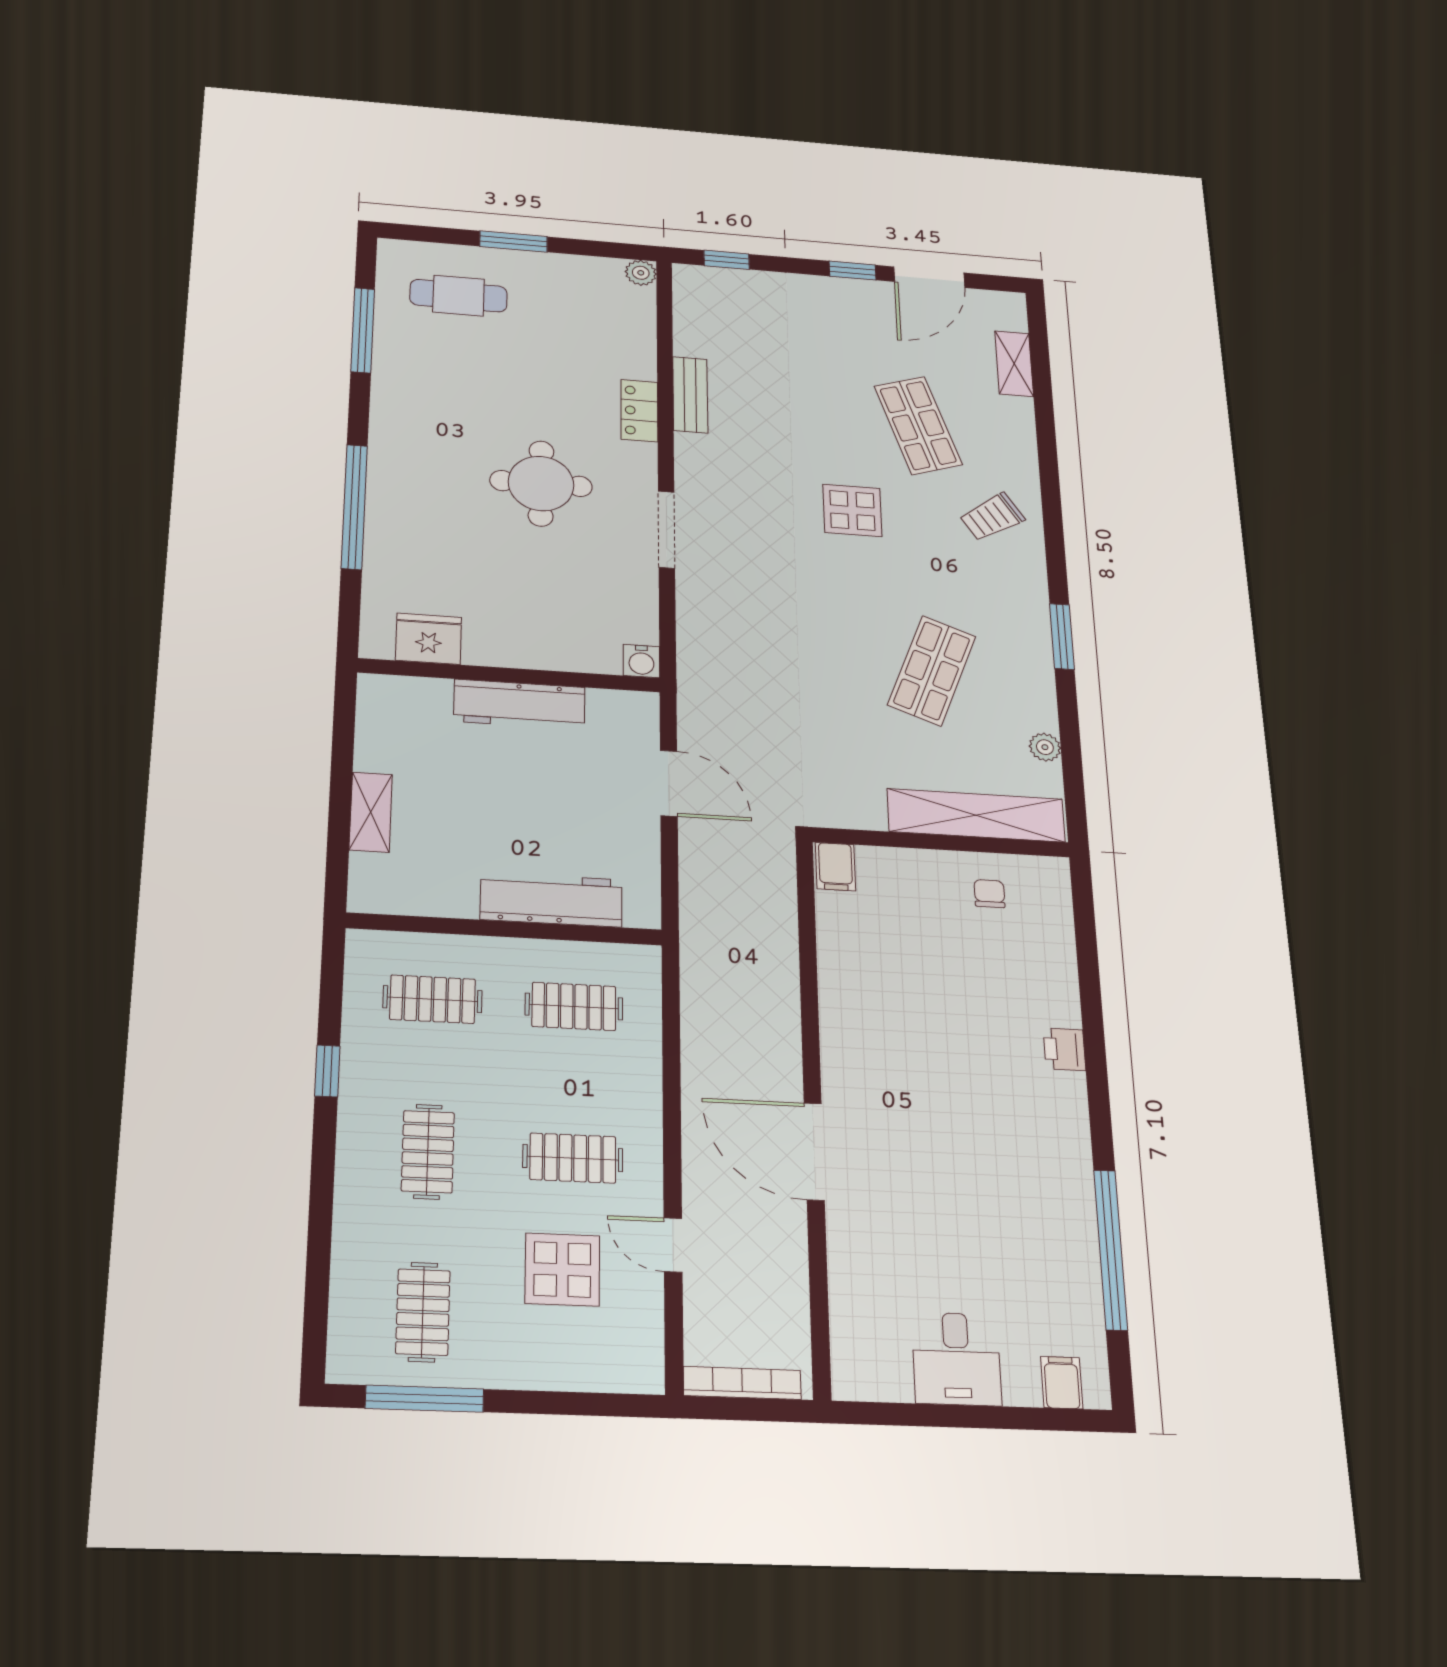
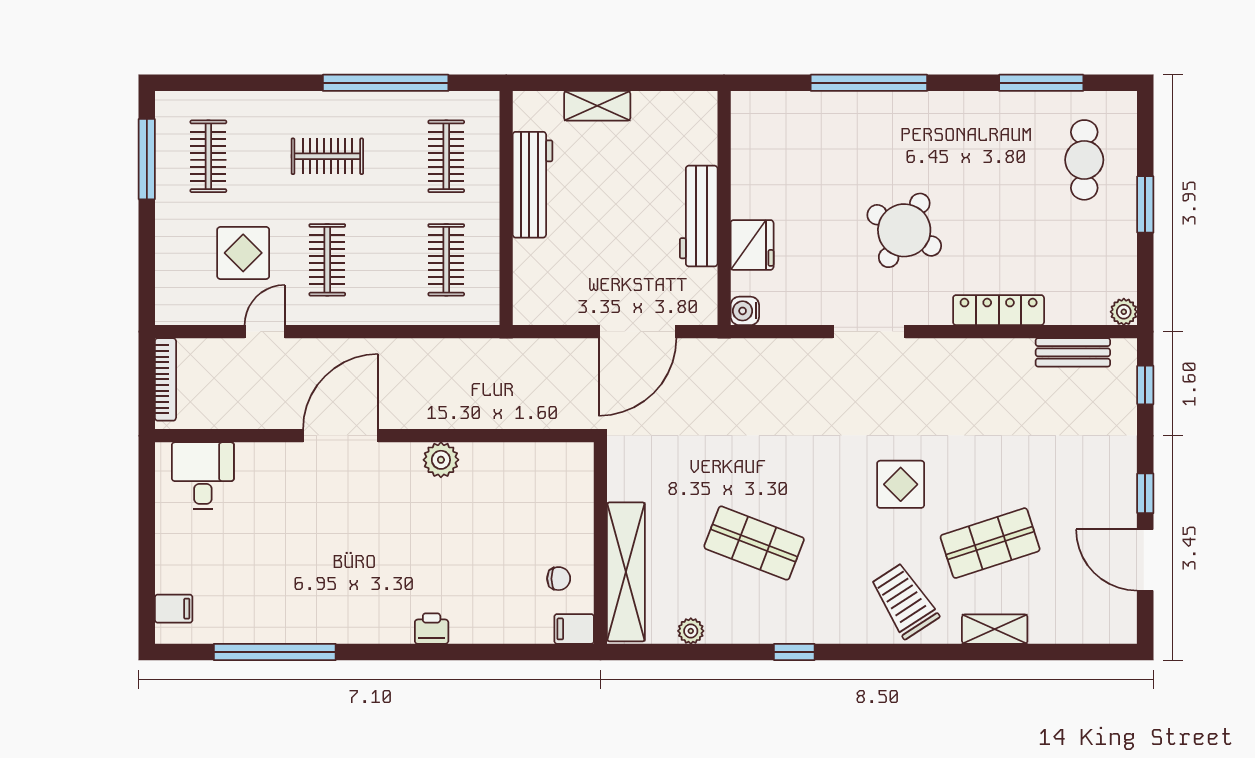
shelving: (1014, 364) -> (995, 629), moved
bench: (690, 395) -> (1073, 352), moved
locker: (639, 411) -> (999, 310), width x1.53
round table: (541, 483) -> (904, 230), turned 30
trolley: (992, 517) -> (904, 601), width x1.36, depth x1.39
window: (1062, 636) -> (794, 652), width x0.67
fridge: (429, 639) -> (752, 245), moved
door: (669, 783) -> (638, 332), width x1.36
filing cabinet: (835, 867) -> (574, 629), moved
workbench: (551, 900) -> (533, 185), moved
plant: (842, 1027) -> (441, 460), added
window: (327, 1071) -> (386, 83), width x3.17
clothes rail: (423, 1312) -> (208, 156), turned 90
desk: (957, 1359) -> (203, 476), moved, turned 90

